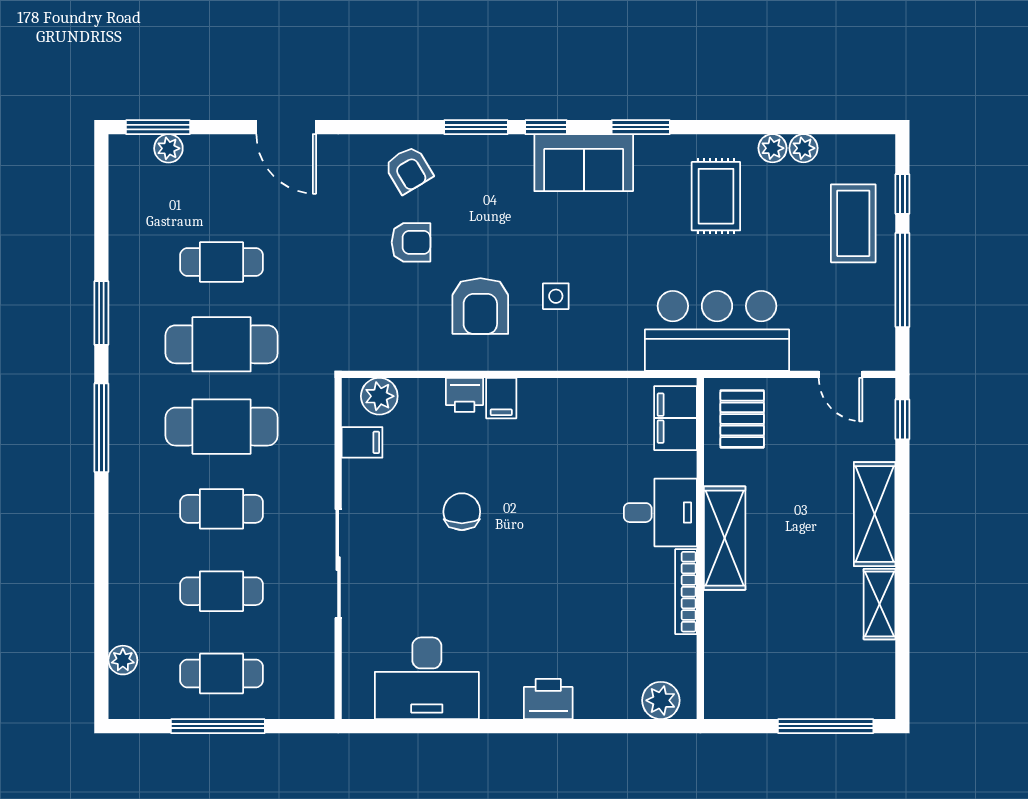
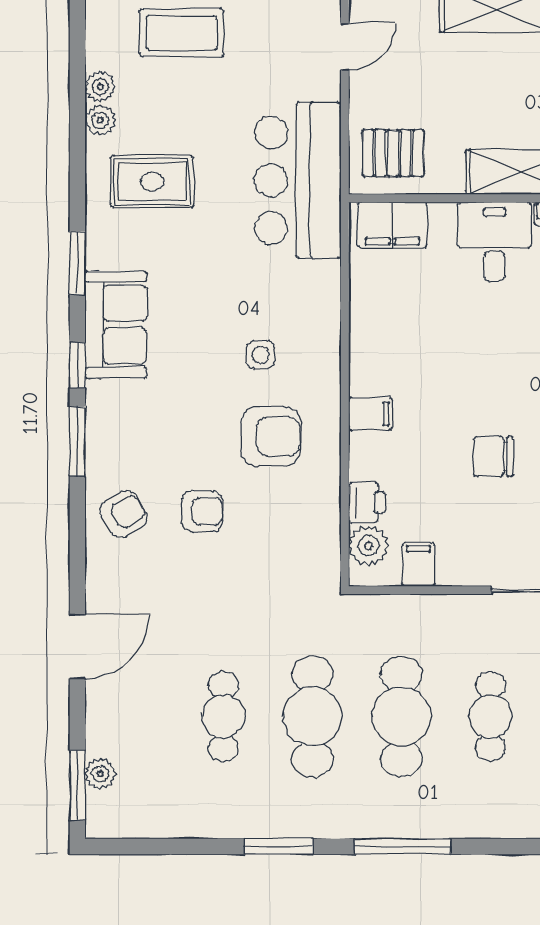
armchair: (411, 242) -> (202, 511), turned 90
printer: (465, 395) -> (367, 503), moved

